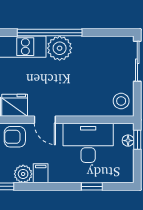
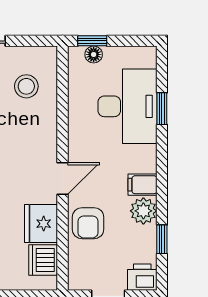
stool: (121, 101) -> (26, 86), moved
desk: (88, 143) -> (127, 106), moved, turned 180

